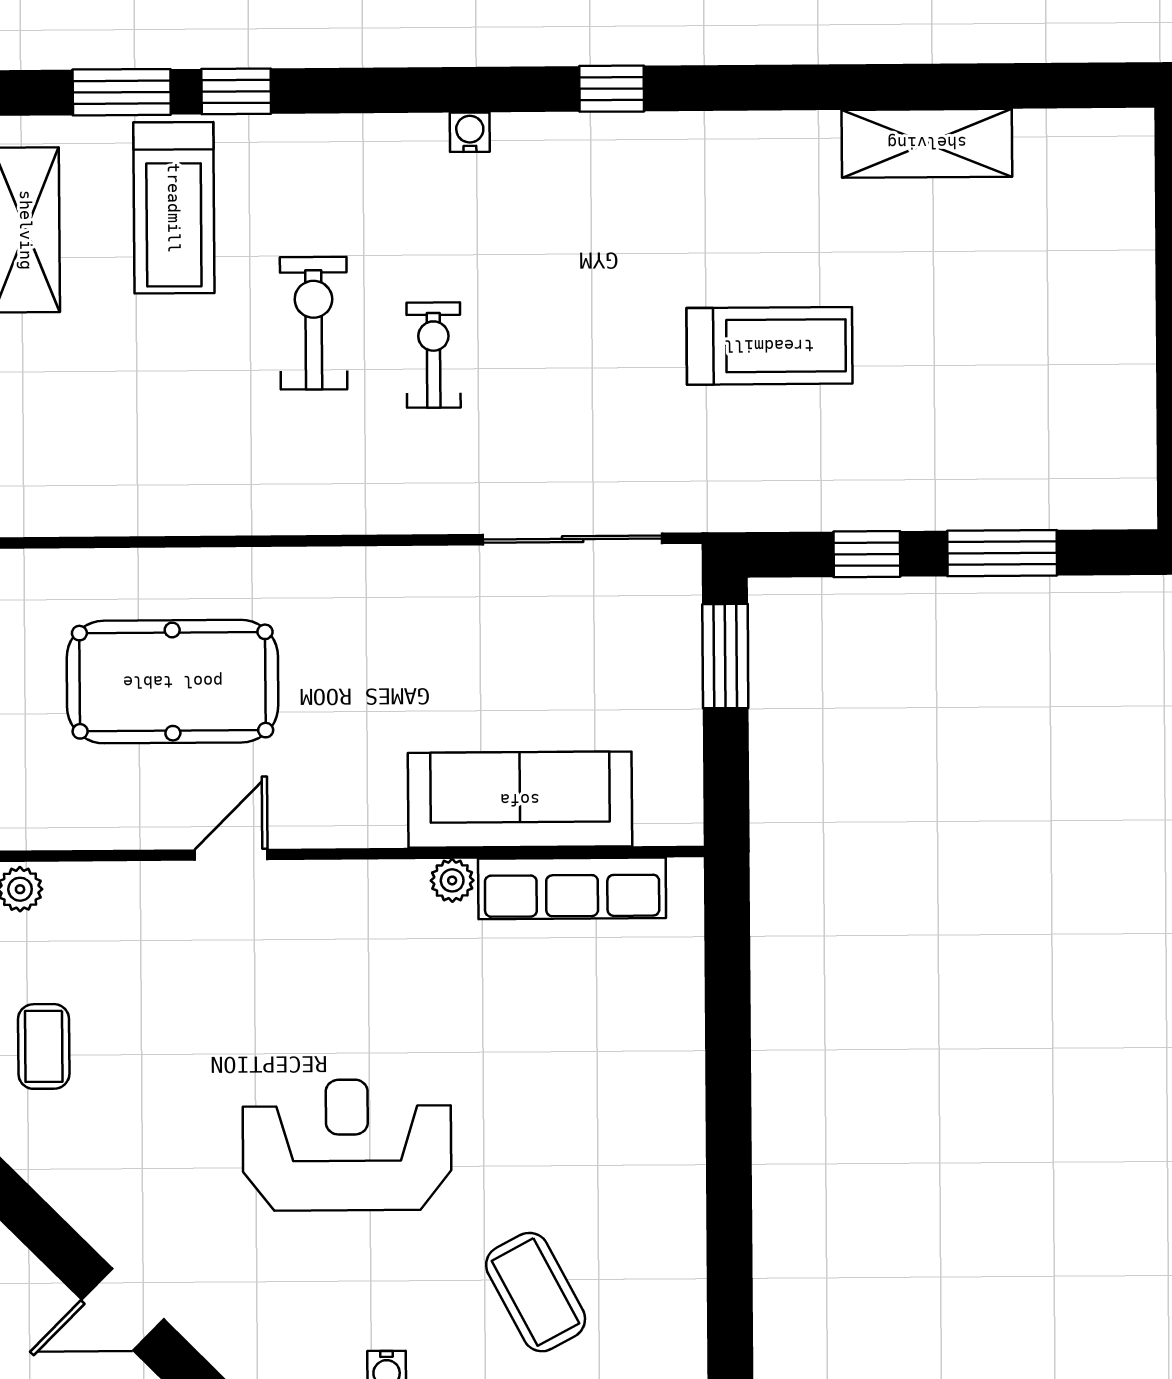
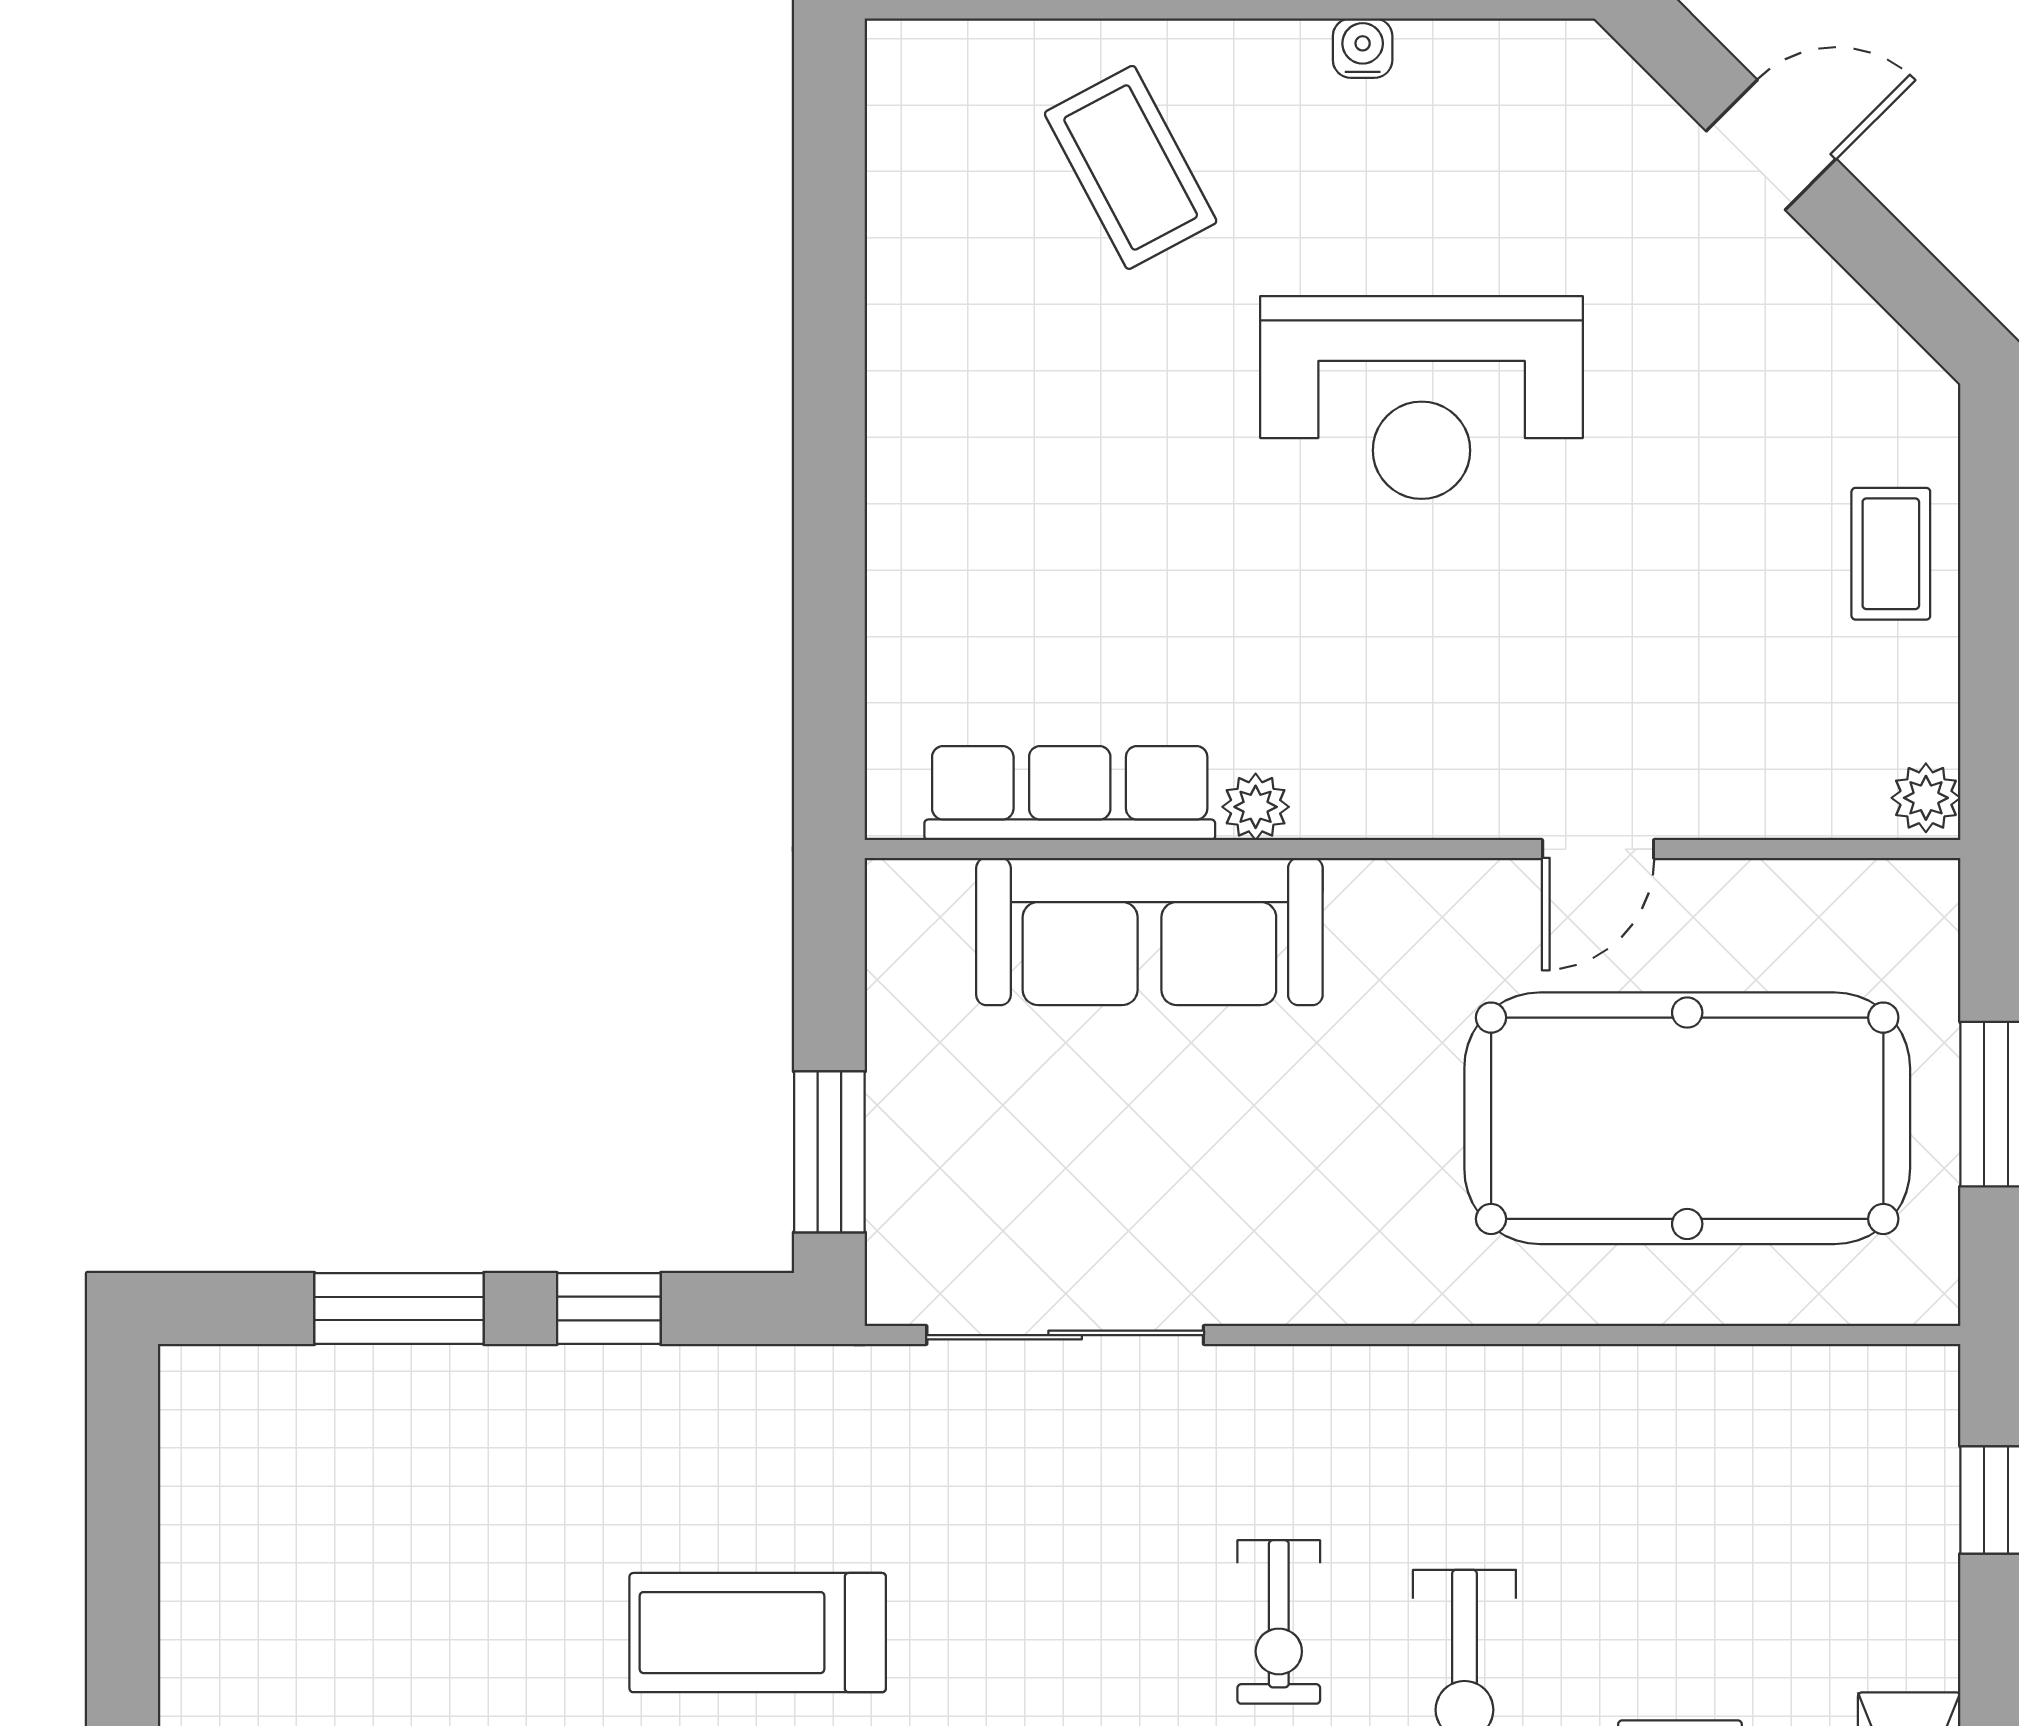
pool table: (173, 682) -> (1687, 1118), width x1.36, depth x1.32

